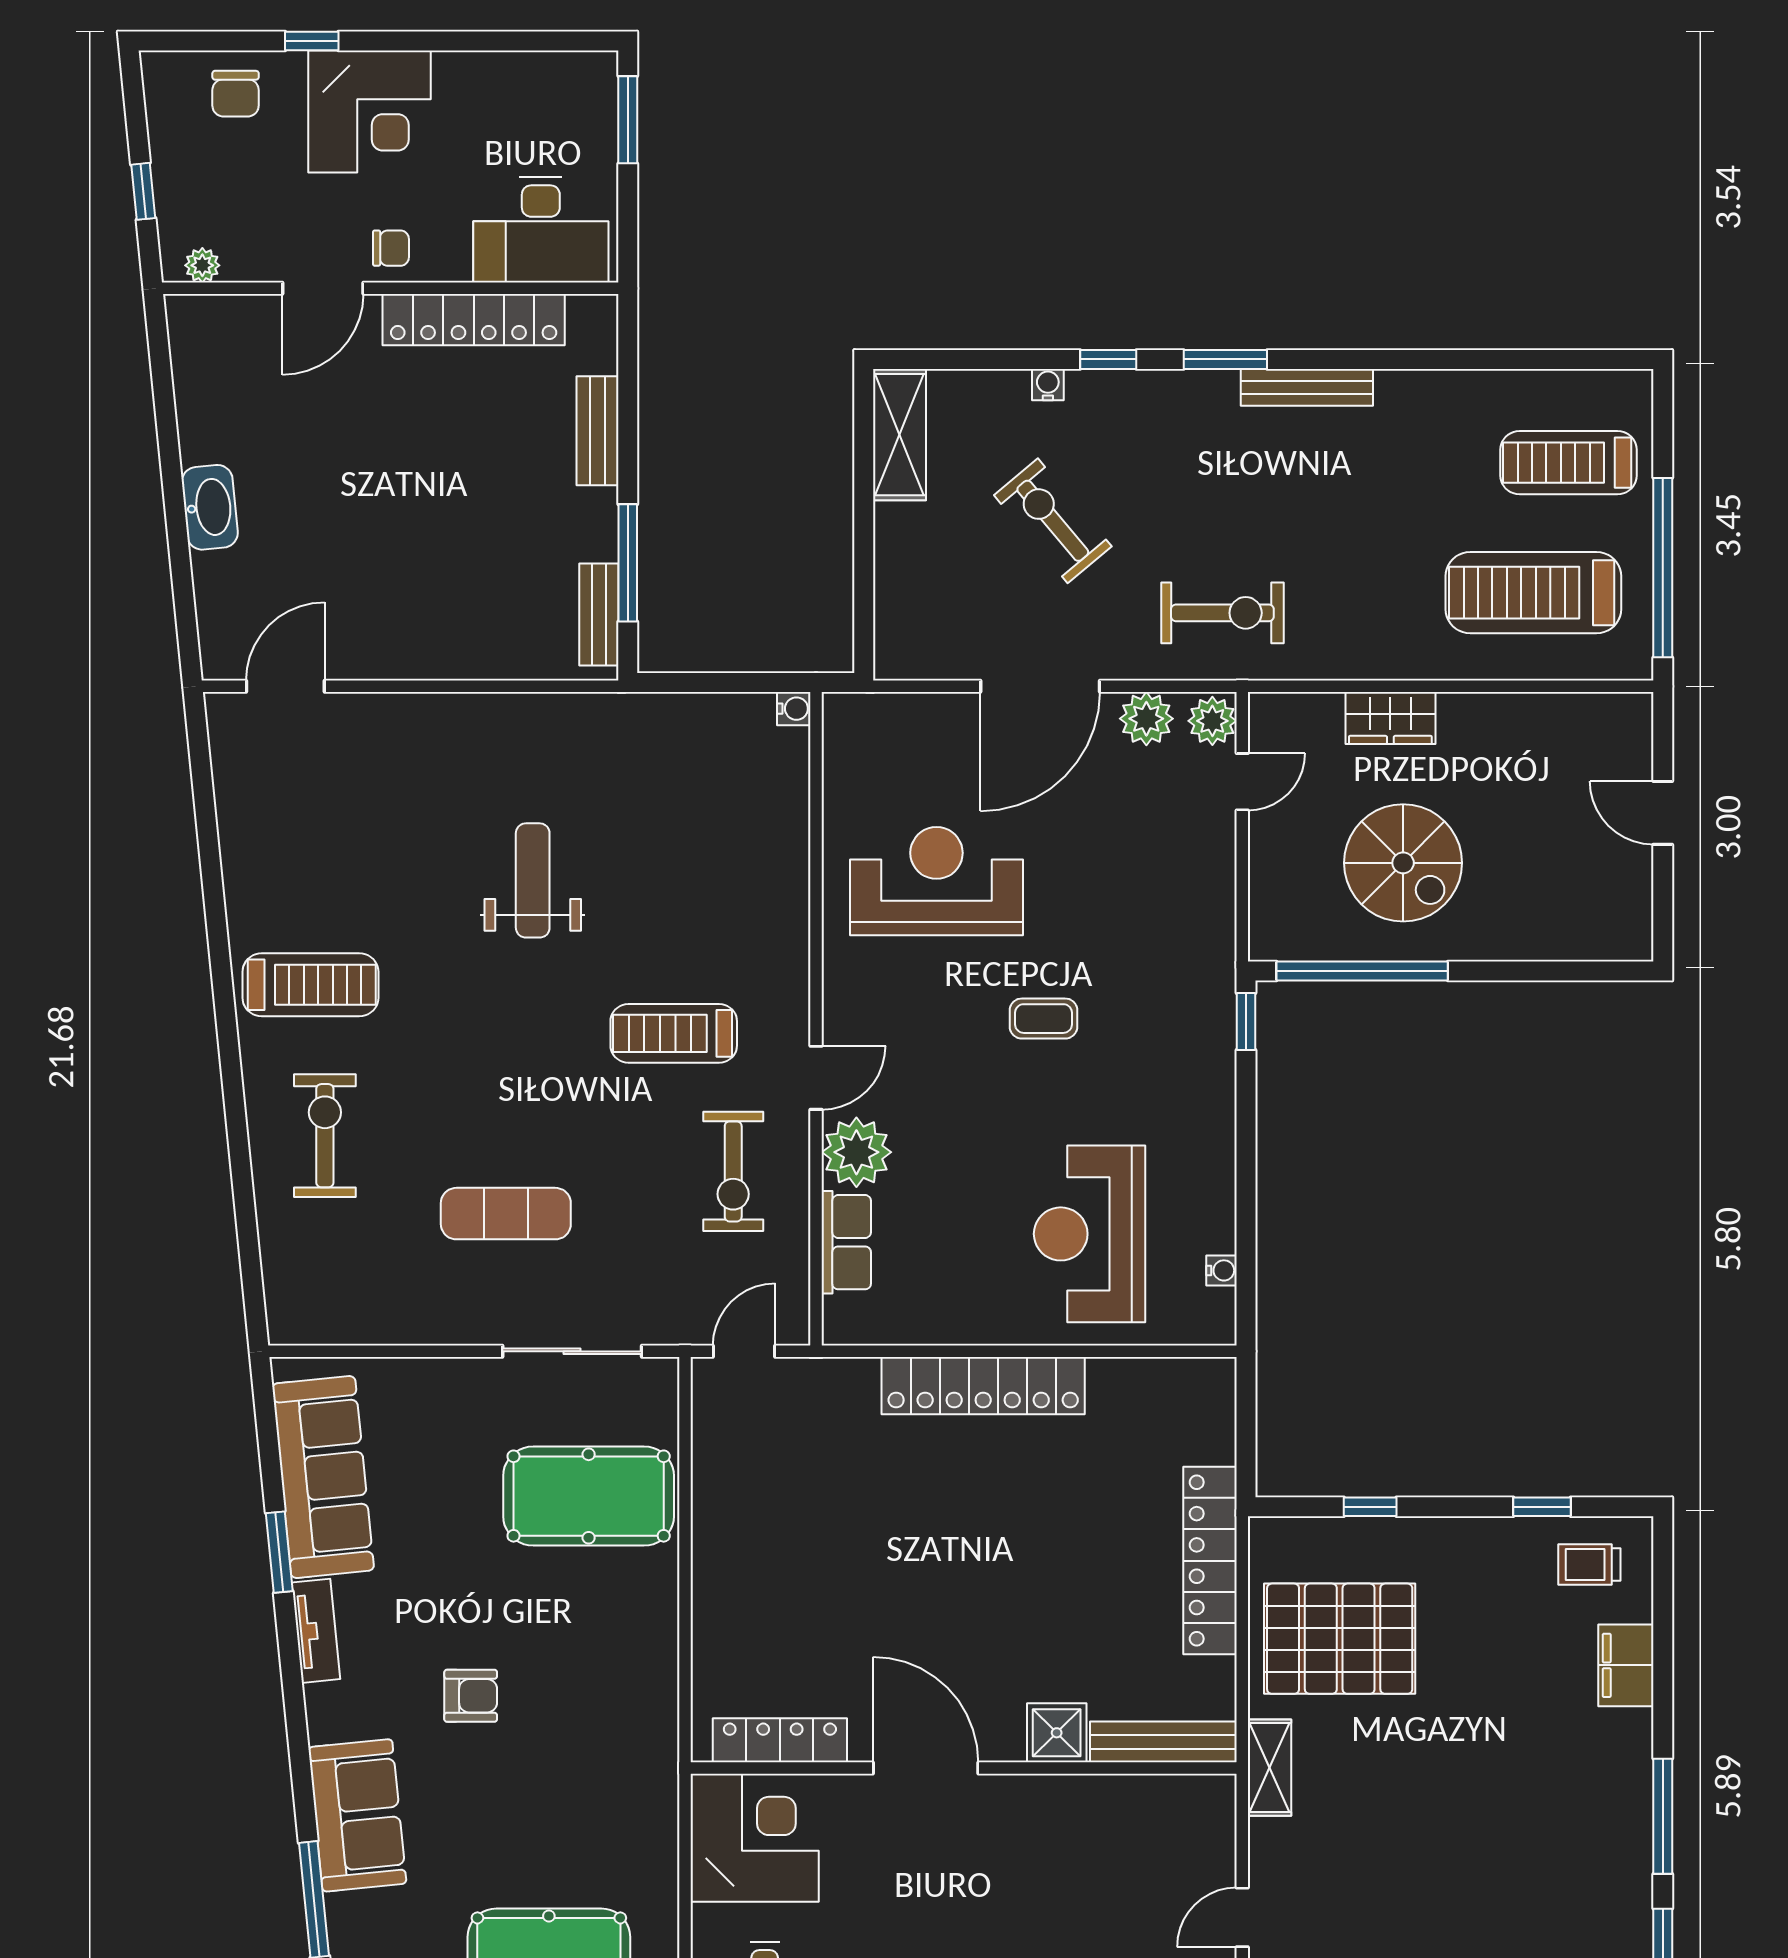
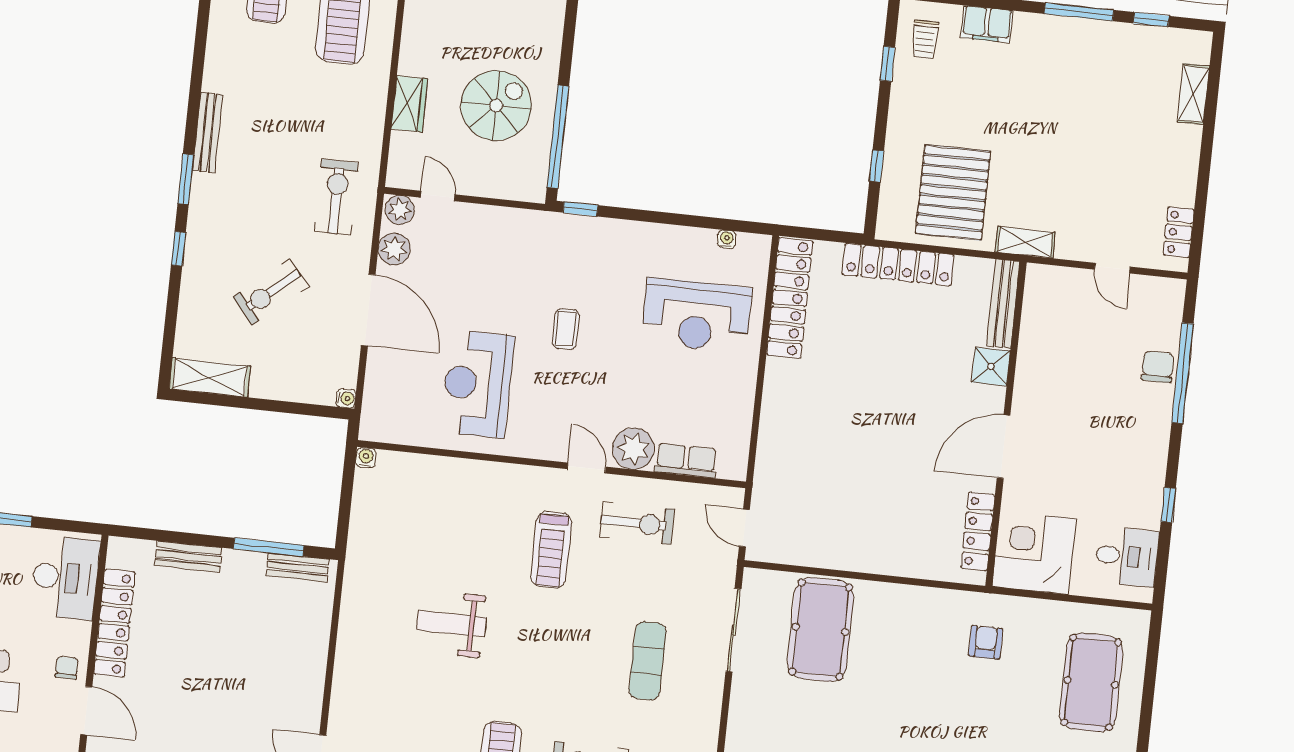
water cooler: (1048, 385) -> (346, 398), moved, turned 180
locker: (983, 1386) -> (790, 298), moved
armchair: (471, 1696) -> (986, 642), moved

